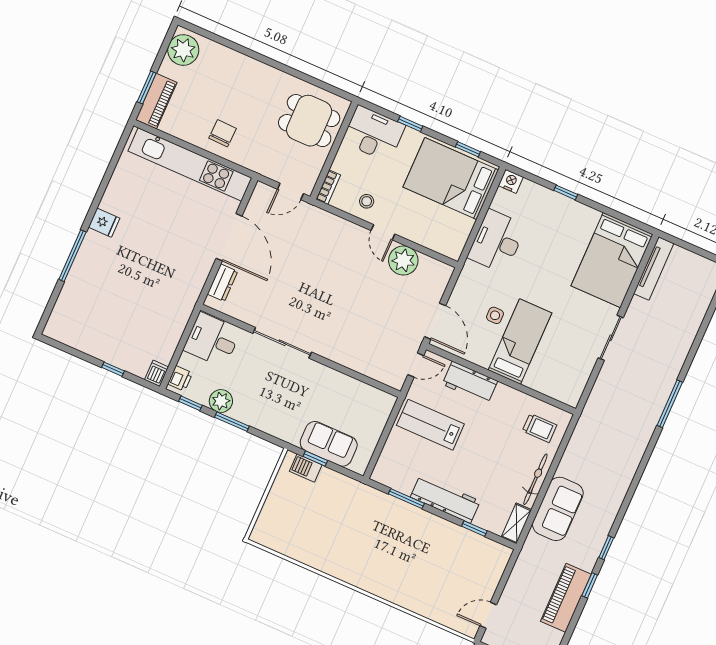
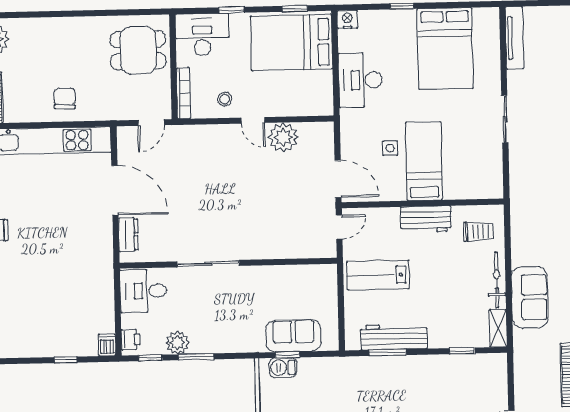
bookcase: (328, 187) -> (184, 93), width x1.56
bed: (612, 260) -> (445, 49), moved
workbench: (470, 383) -> (426, 219), moved
workbench: (445, 499) -> (394, 337), moved

